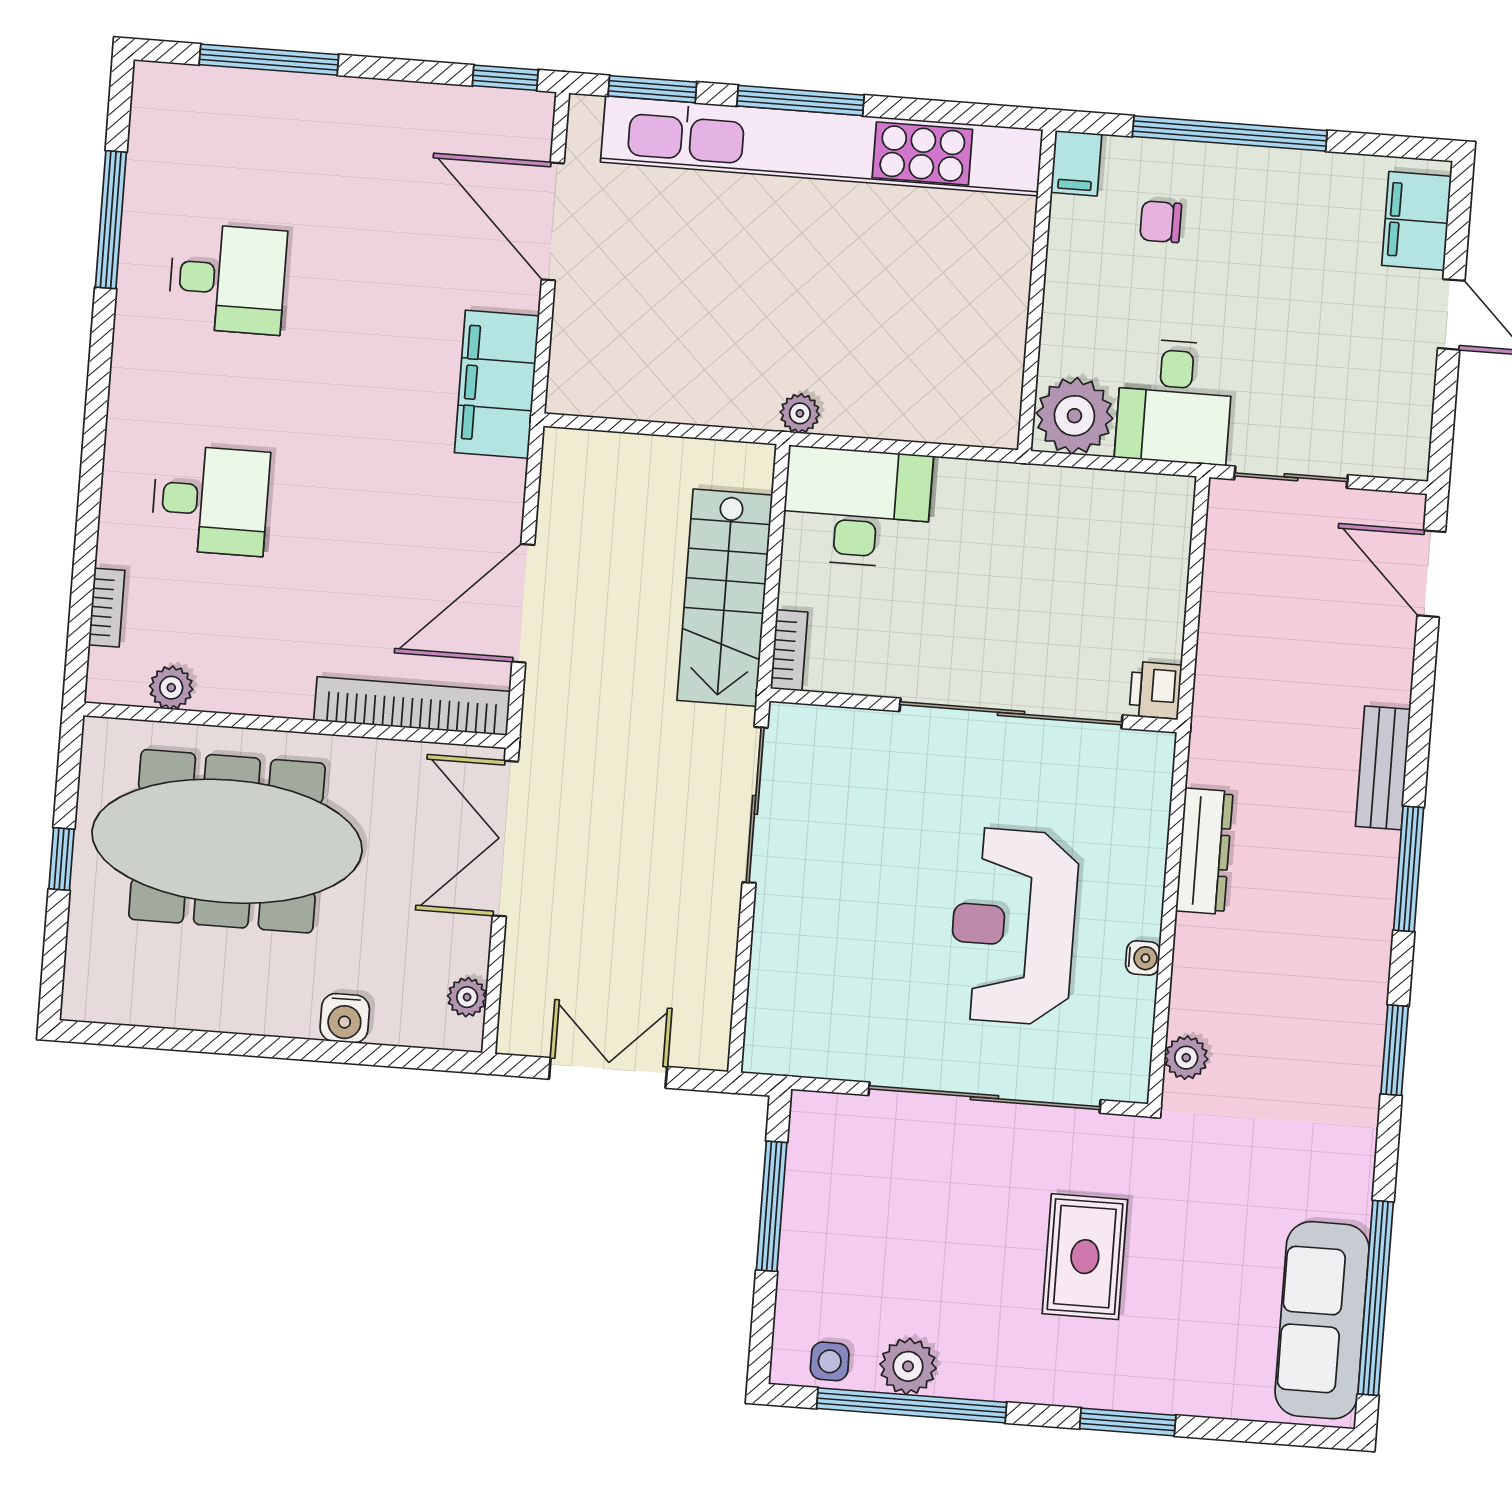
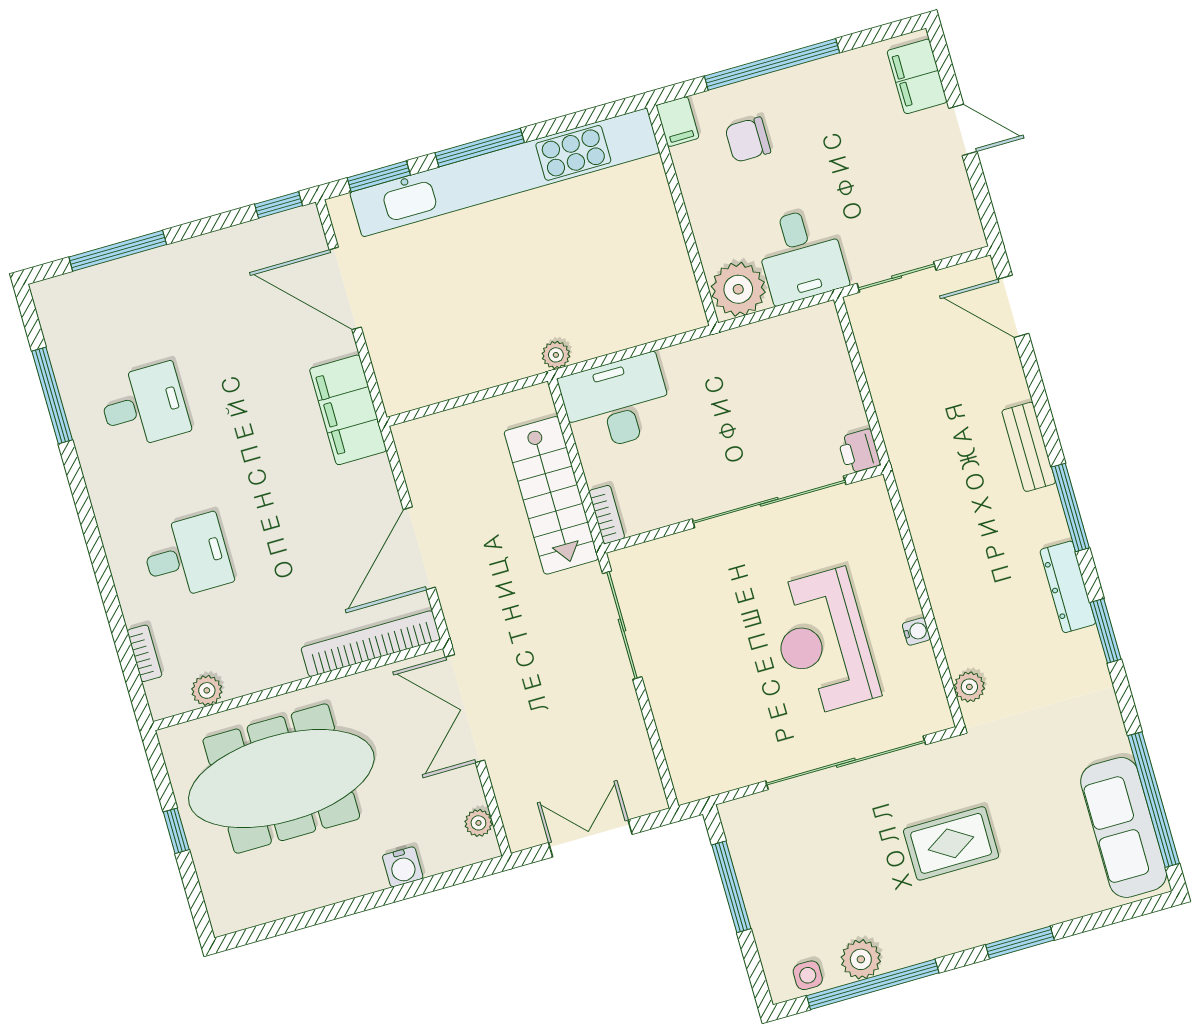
chair: (1161, 222) -> (748, 140), width x1.37, depth x1.37
dresser: (1204, 851) -> (1068, 587), moved, turned 180
rug: (1085, 1257) -> (951, 843), turned 90

